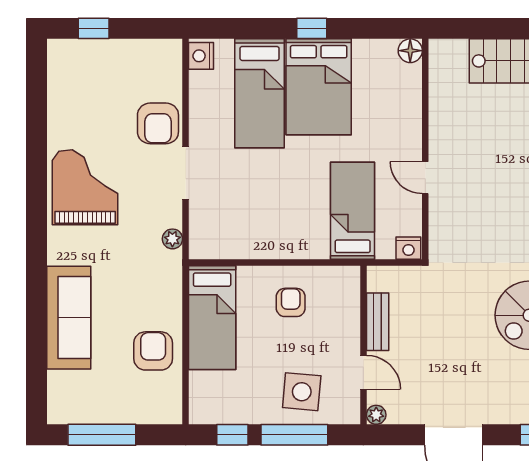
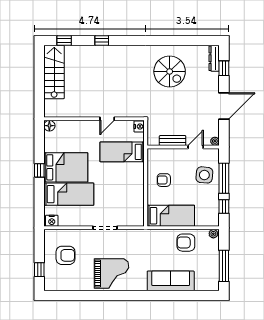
armchair: (158, 123) -> (66, 255), moved
grand piano: (85, 187) -> (111, 273), turned 180
plant: (172, 239) -> (213, 234), moved

